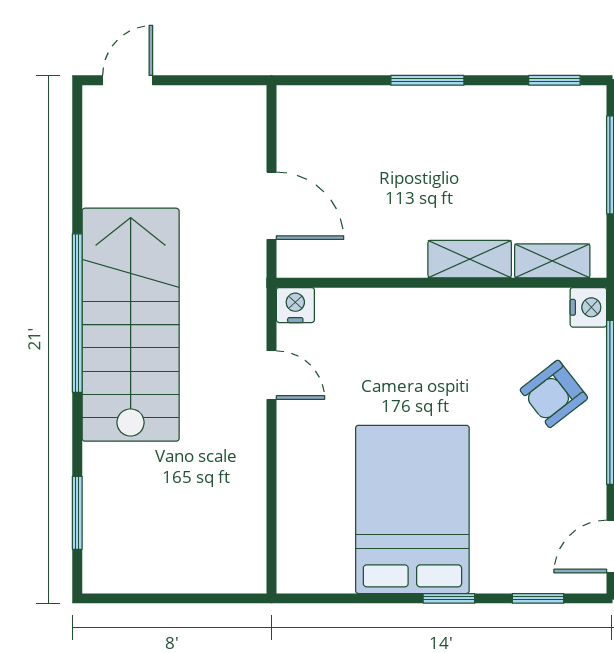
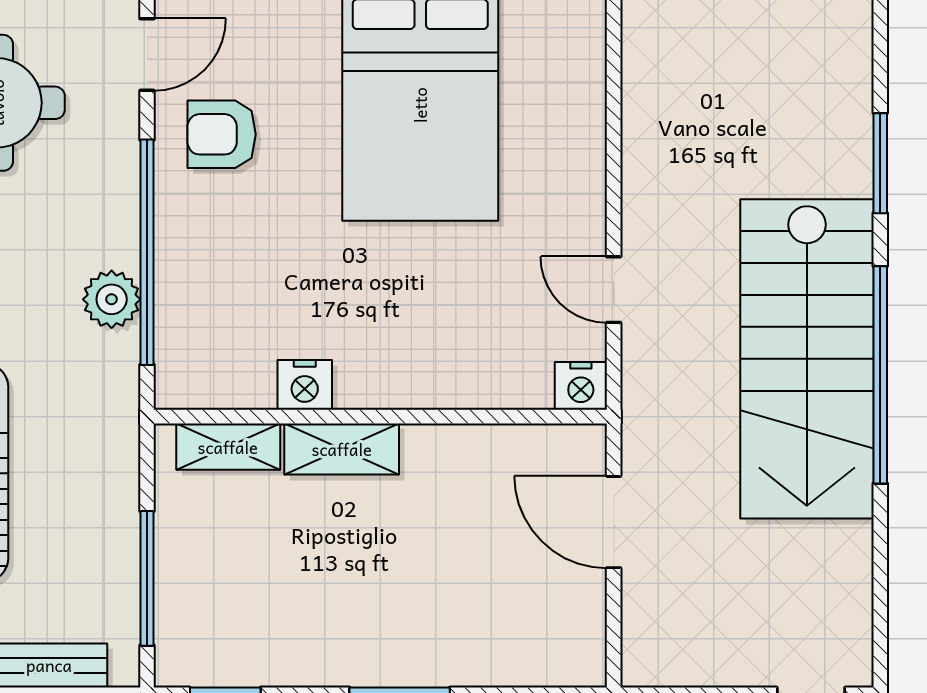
nightstand: (588, 307) -> (305, 385), moved, turned -90
armchair: (554, 394) -> (222, 134), moved, turned -142
window: (77, 513) -> (880, 163), moved

